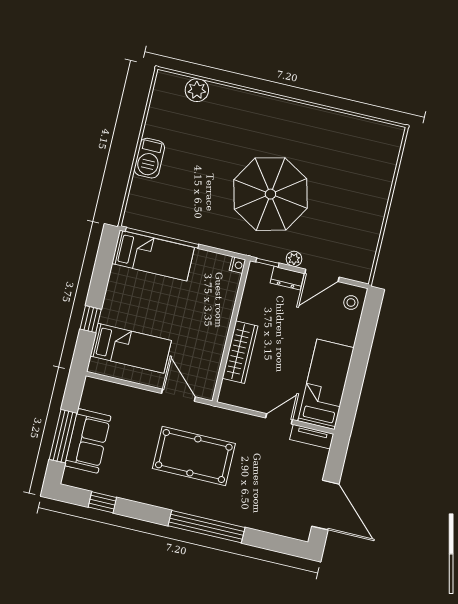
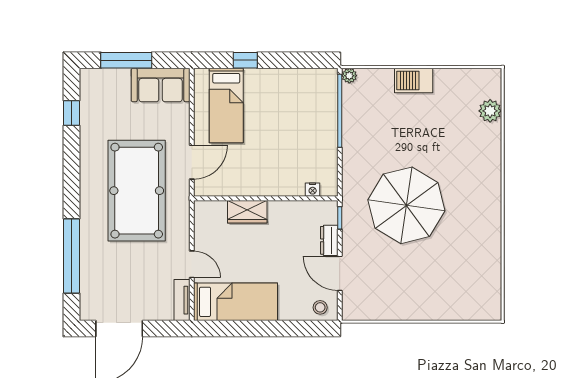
bed: (153, 256) -> (321, 106), removed
plant: (294, 259) -> (349, 76), moved
nightstand: (238, 265) -> (313, 190), moved
wardrobe: (240, 352) -> (247, 212), width x0.67
sofa: (88, 441) -> (161, 85), moved
pool table: (194, 456) -> (137, 191), width x1.36, depth x1.32
window: (207, 527) -> (71, 256), moved

